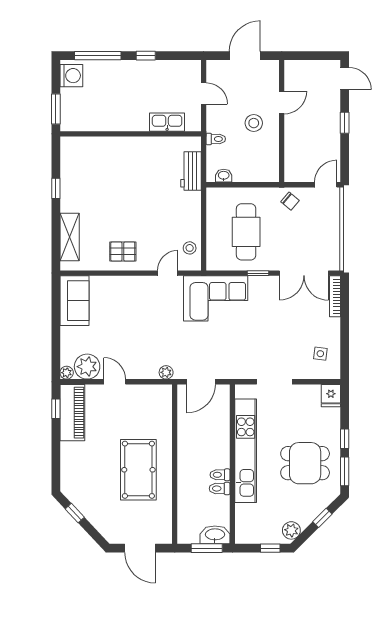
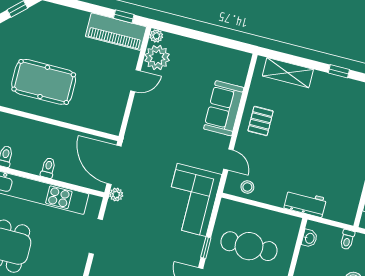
workbench: (191, 171) -> (305, 203), moved
sofa: (74, 301) -> (224, 108), moved, turned 90
plant: (166, 372) -> (116, 195), moved
door: (201, 382) -> (114, 165), width x1.36
toilet: (220, 475) -> (48, 168), moved

